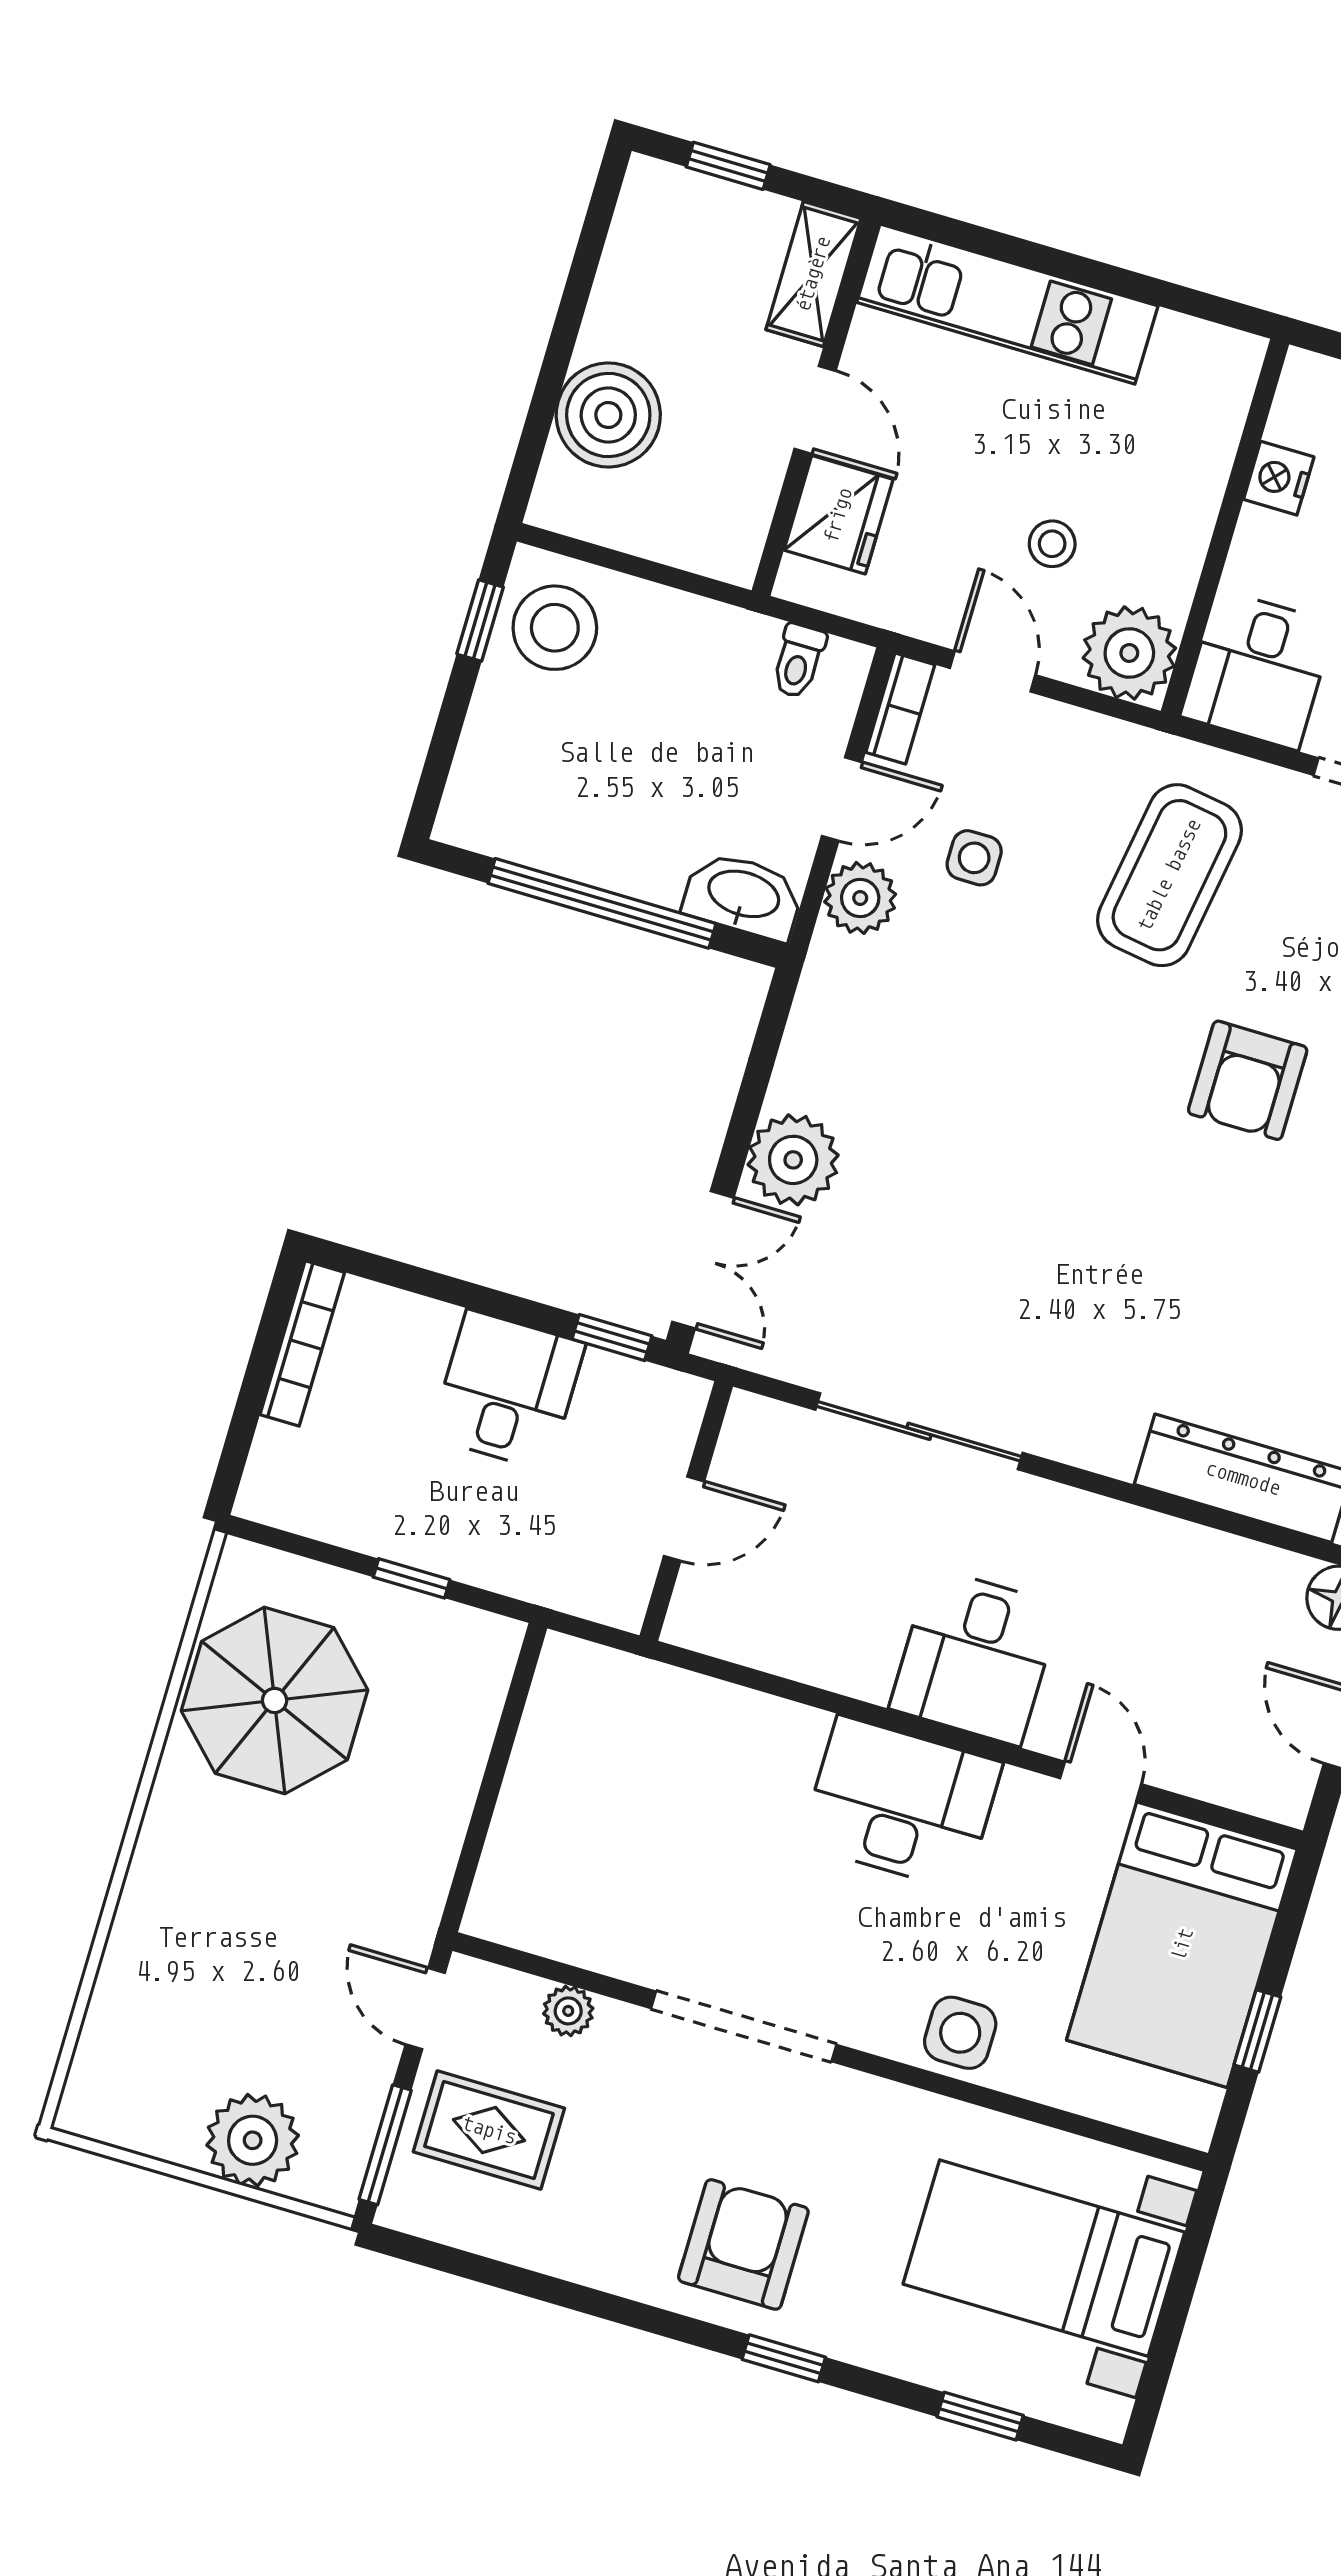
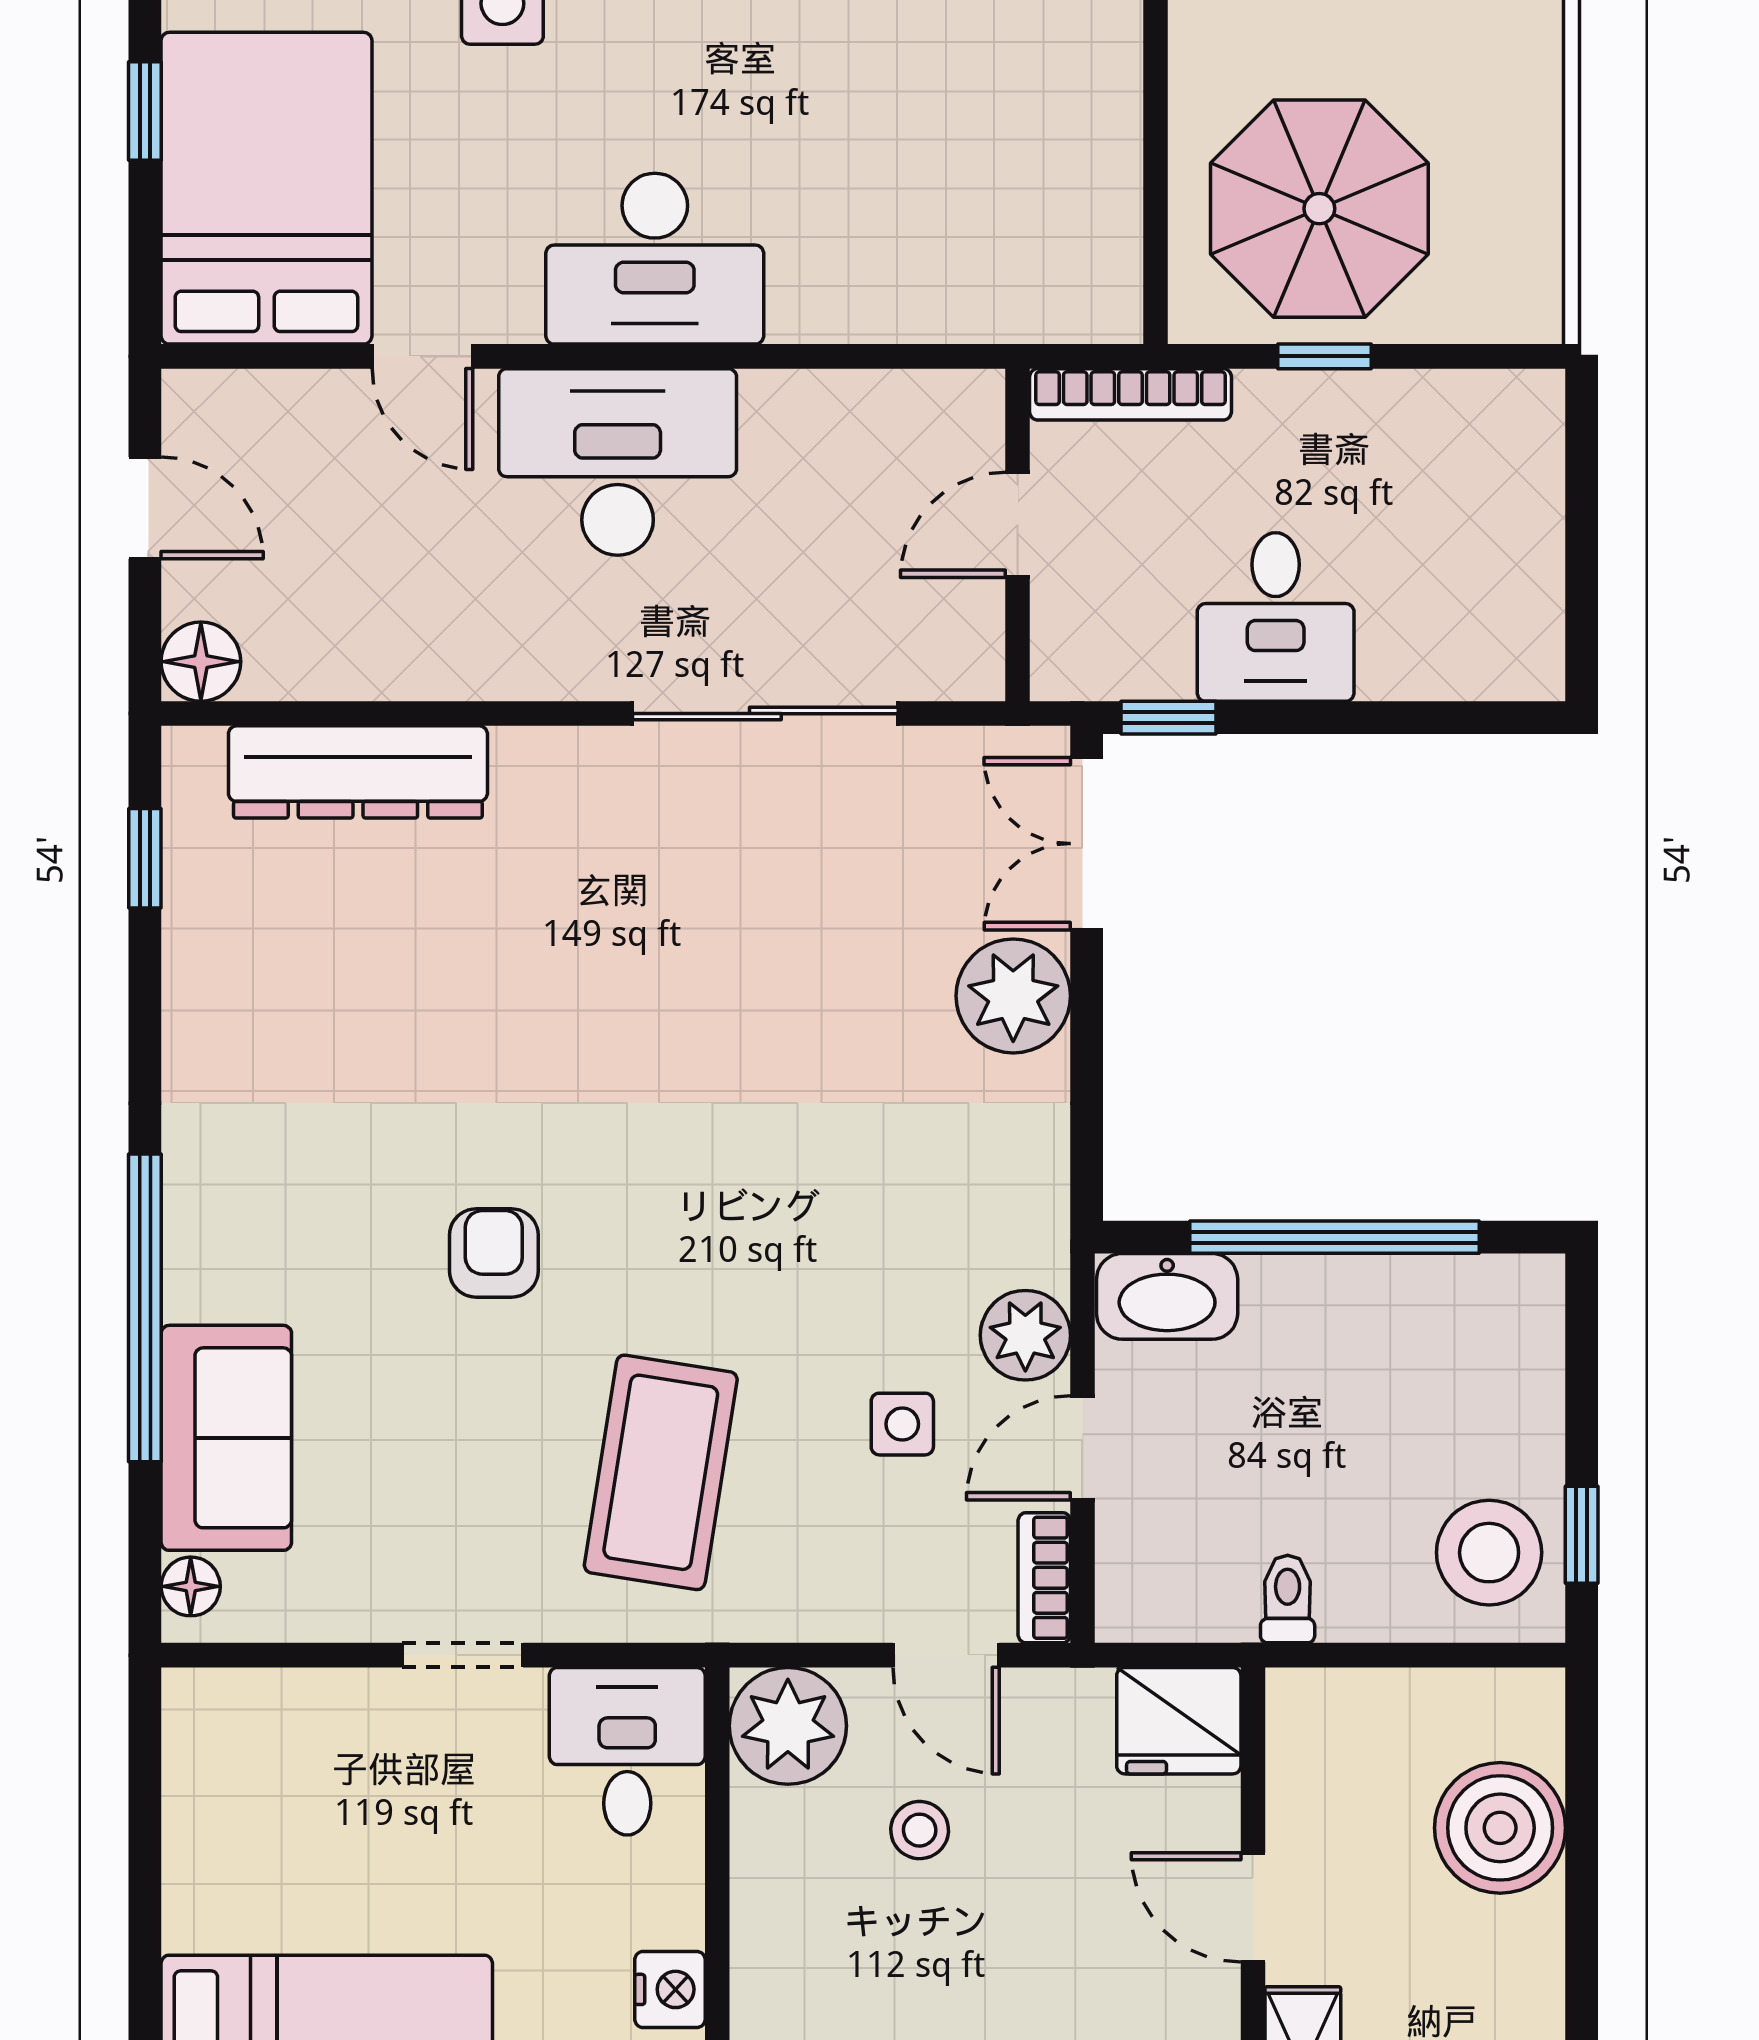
fridge: (838, 515) -> (1179, 1721), moved, turned -90
toilet: (798, 661) -> (1288, 1599), moved
armchair: (1248, 1080) -> (494, 1253), width x0.72, depth x0.72
bookcase: (302, 1343) -> (1130, 394), moved, turned -90
desk: (975, 1657) -> (618, 462), width x1.37
parasol: (275, 1700) -> (1319, 209), moved

